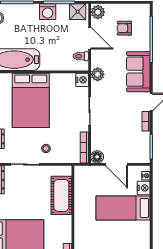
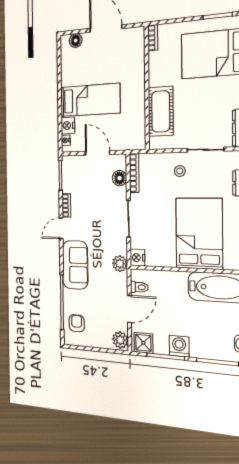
armchair: (124, 28) -> (77, 323), moved, turned -90
door: (90, 38) -> (129, 309), swing flipped
floor lamp: (97, 157) -> (120, 178), moved

